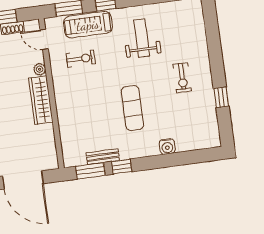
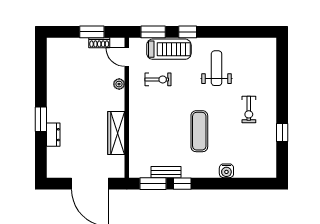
treadmill: (88, 25) -> (169, 49), turned 180
wardrobe: (41, 100) -> (116, 133), moved

